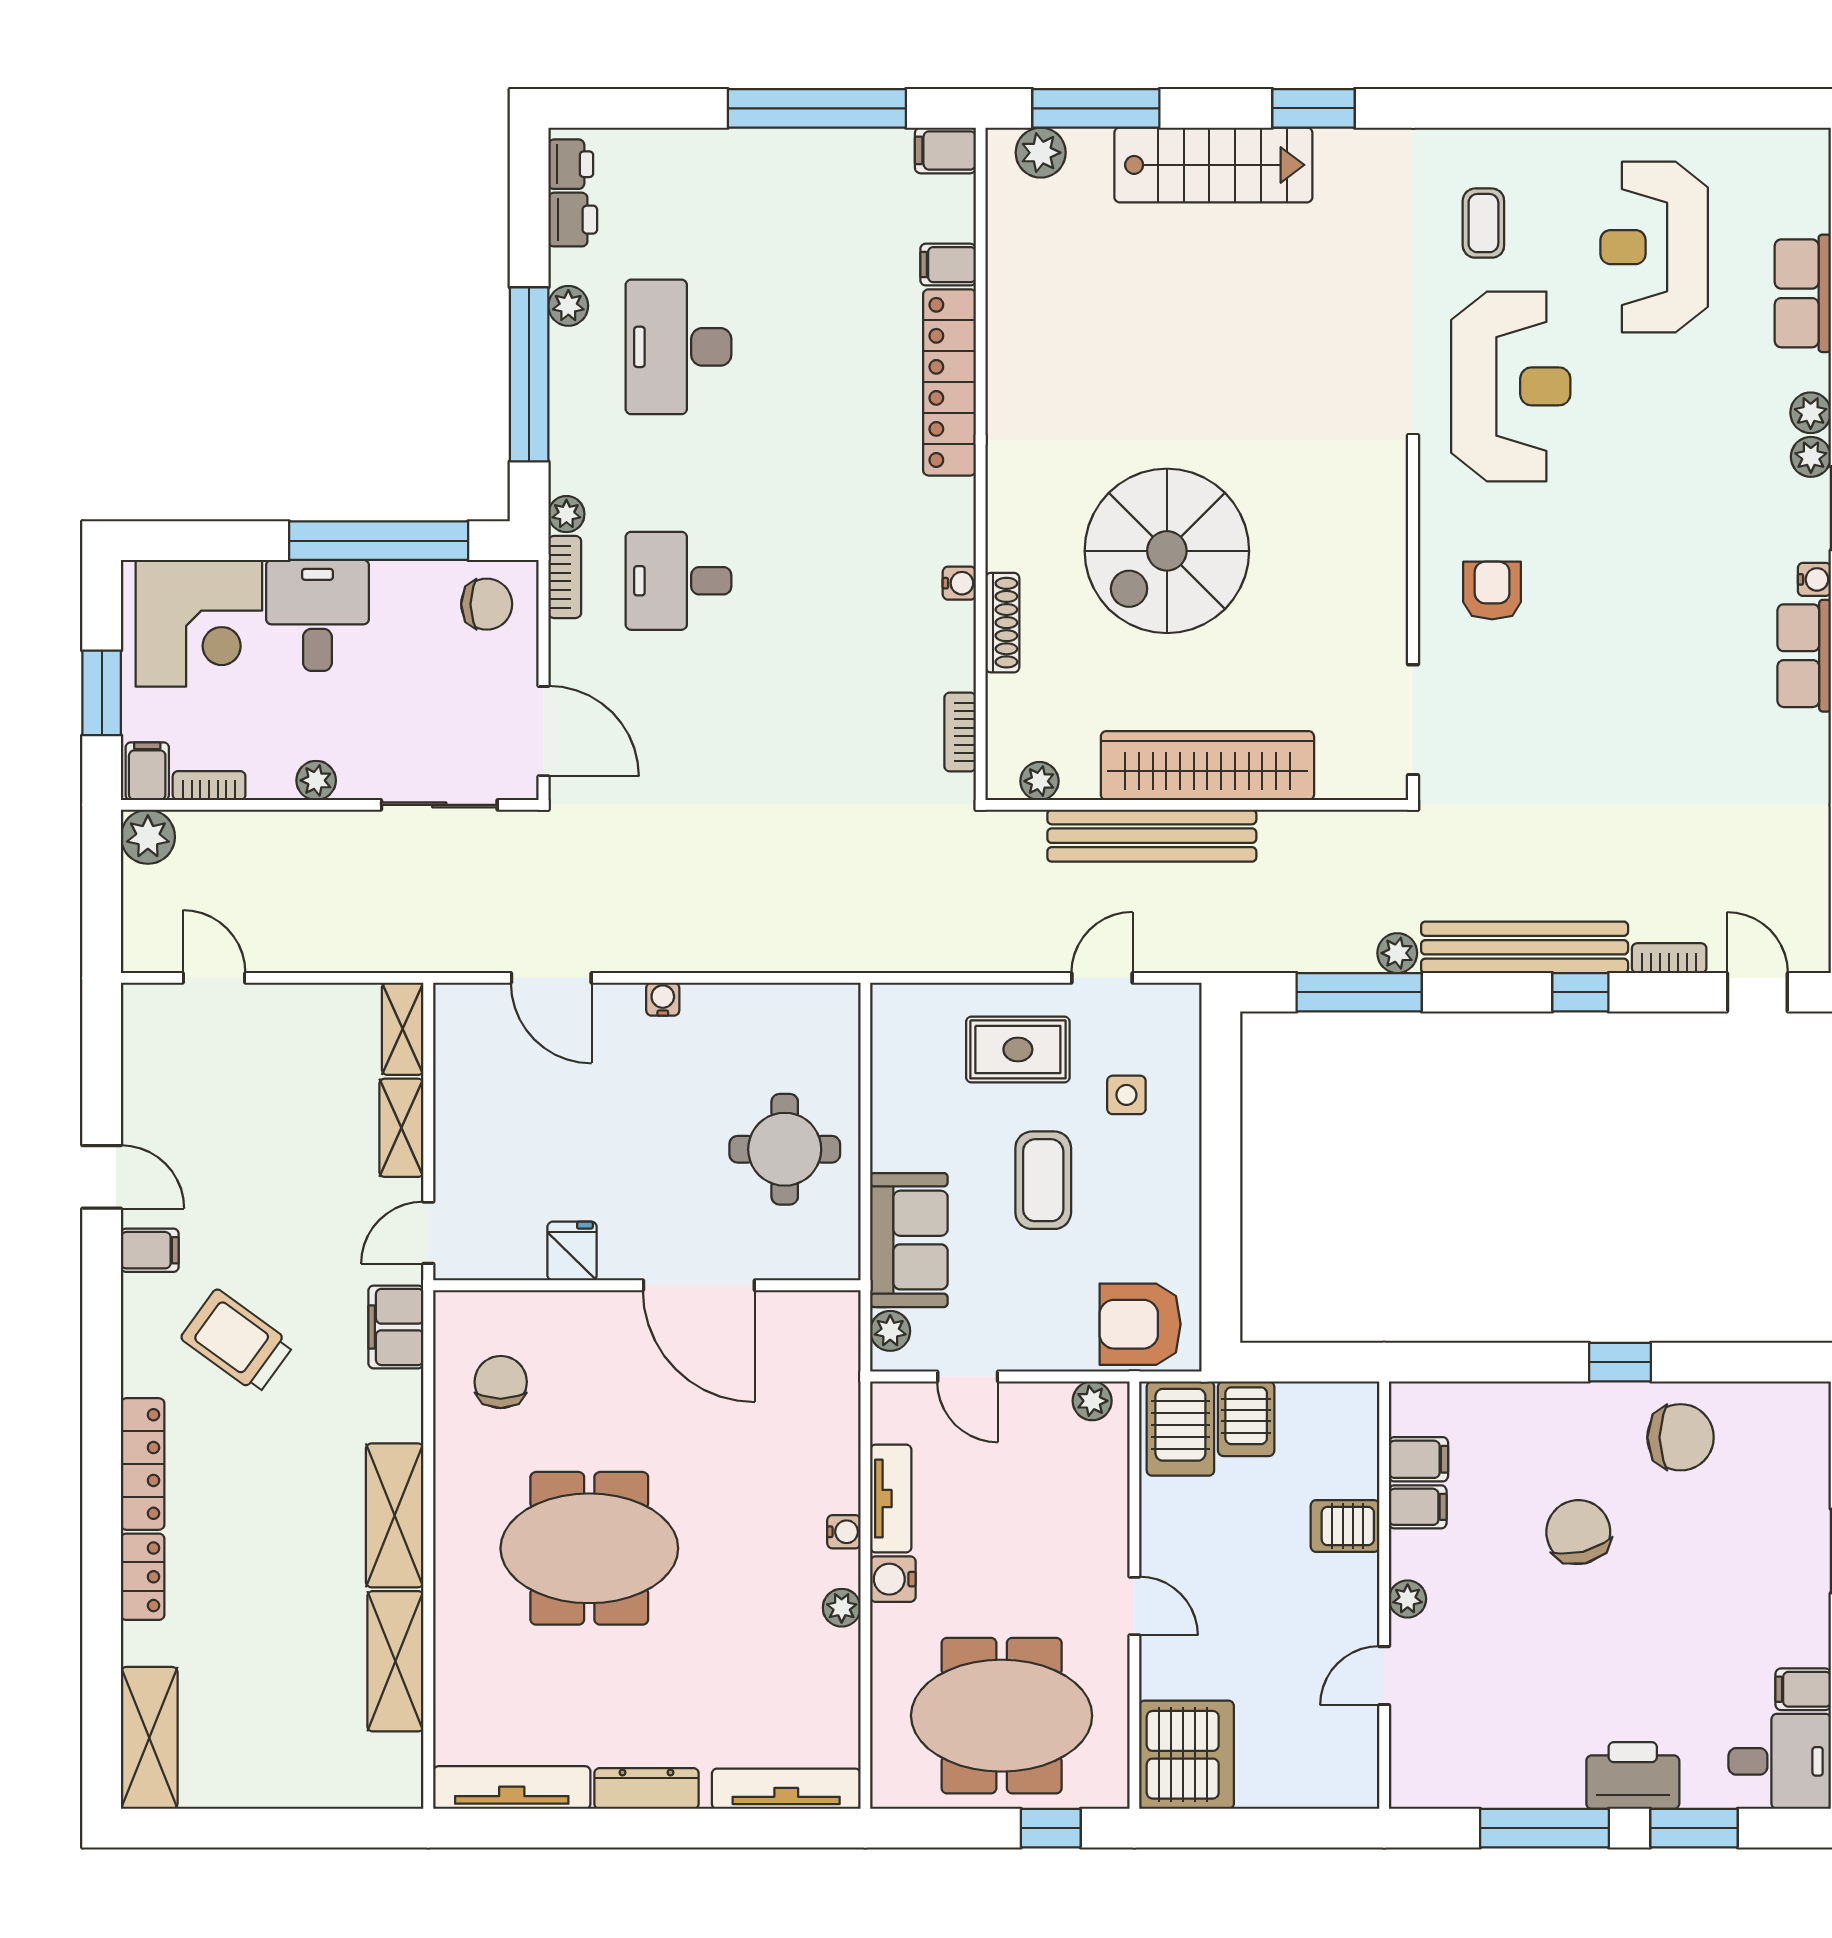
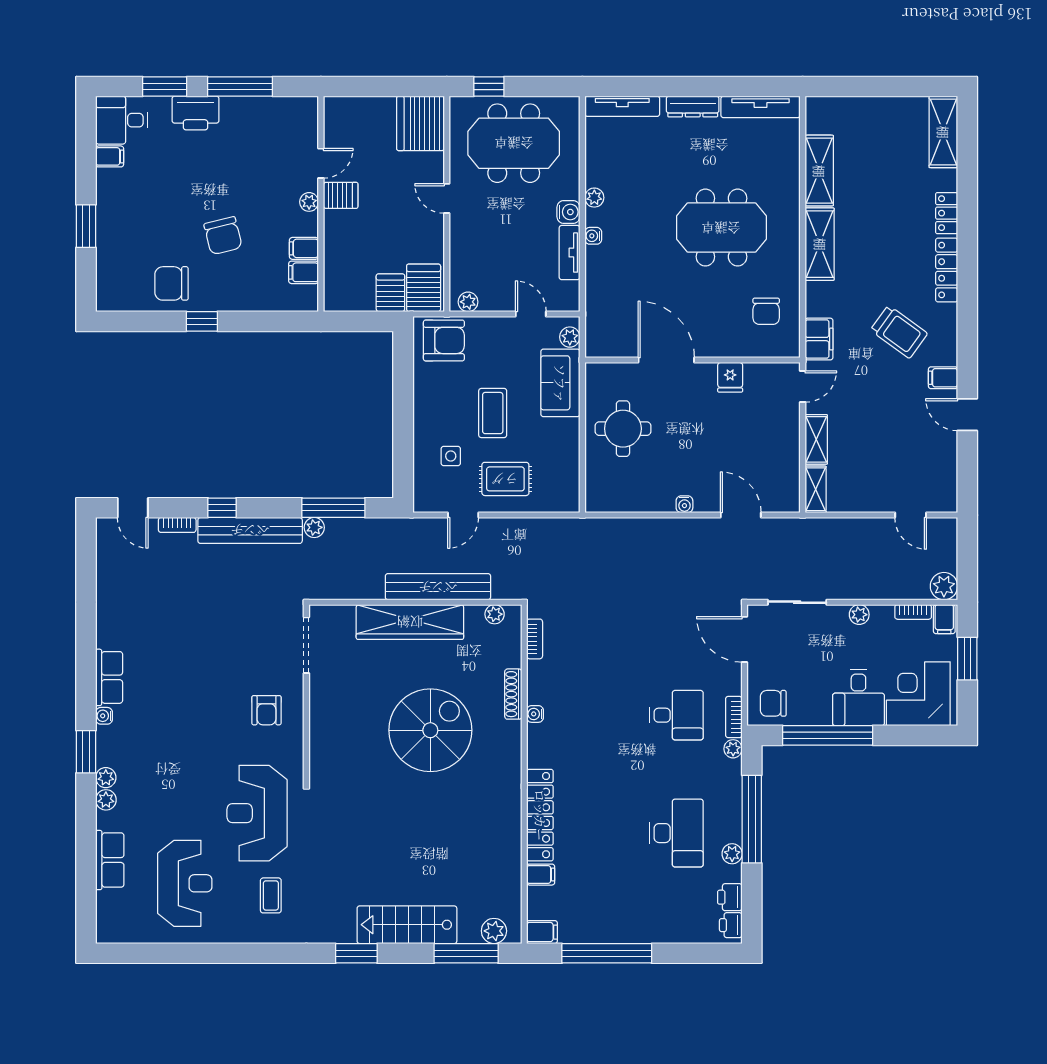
server rack: (1345, 1526) -> (341, 195), moved

